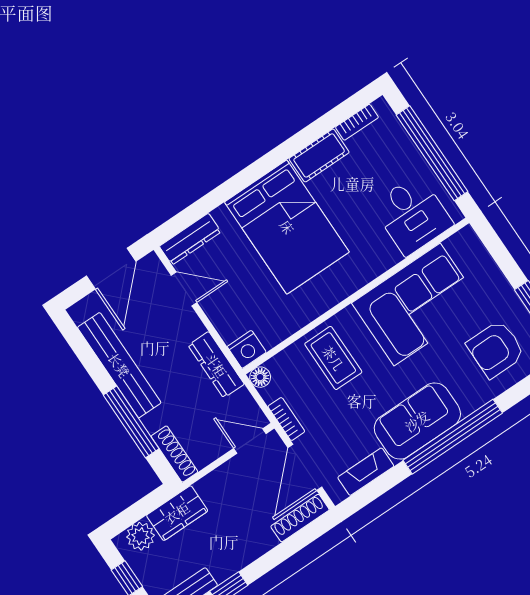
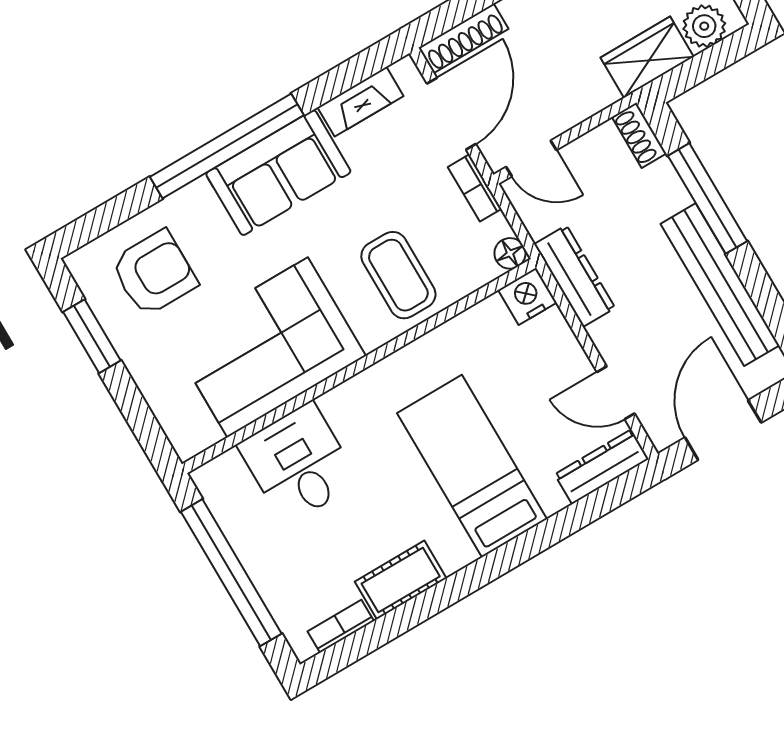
desk: (412, 215) -> (298, 463), moved
bed: (287, 227) -> (472, 466), width x0.67
shoe rack: (174, 454) -> (639, 135), width x0.70

